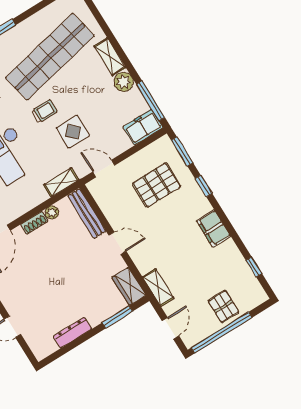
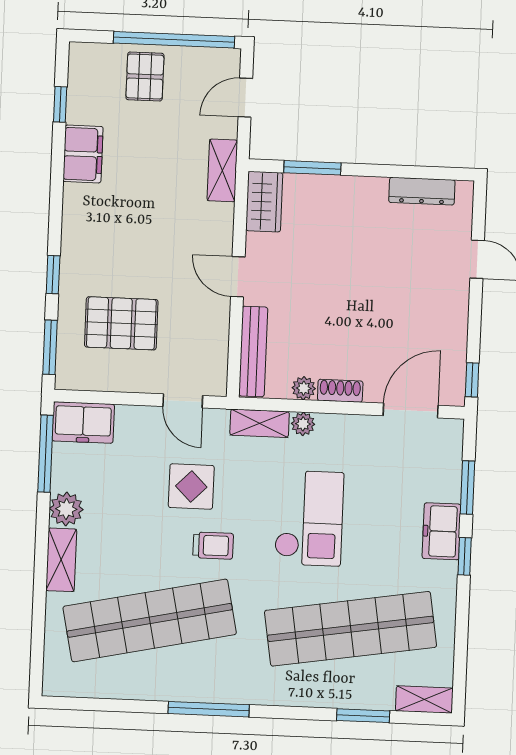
trolley: (44, 111) -> (213, 546), turned 180
plant: (41, 196) -> (303, 424), added
filing cabinet: (214, 228) -> (83, 154), moved
dresser: (72, 333) -> (422, 191), moved

